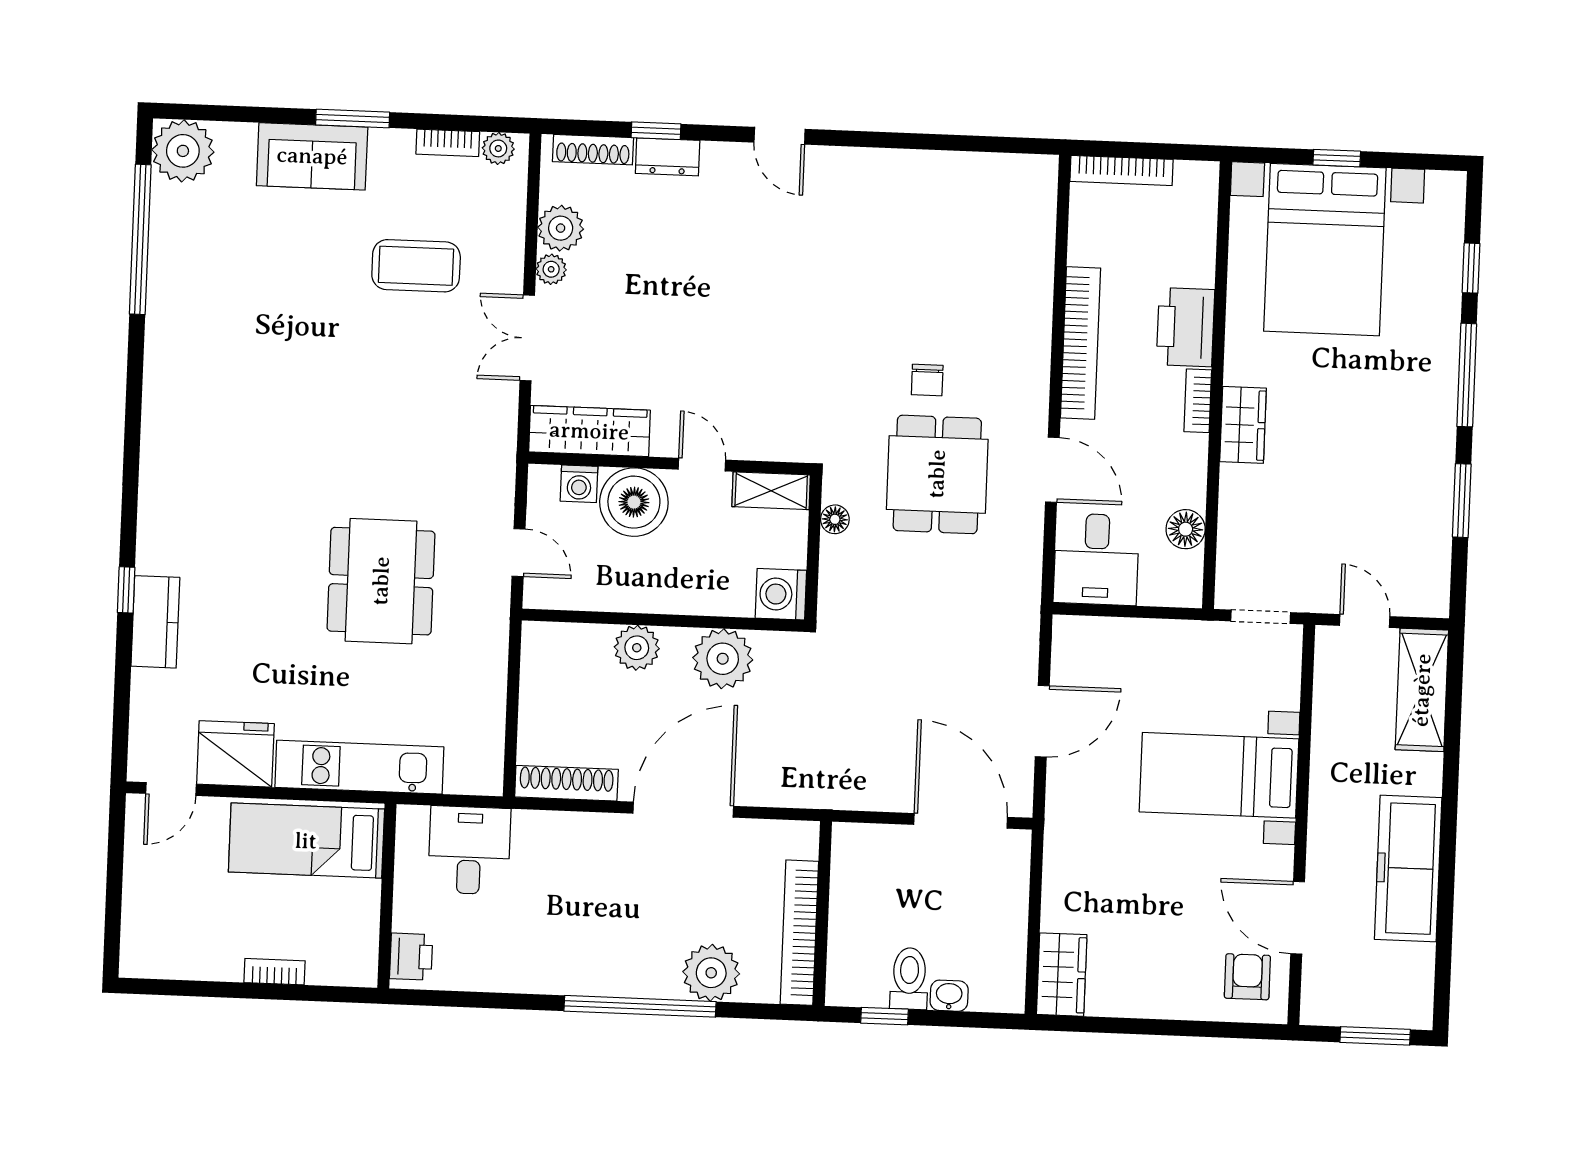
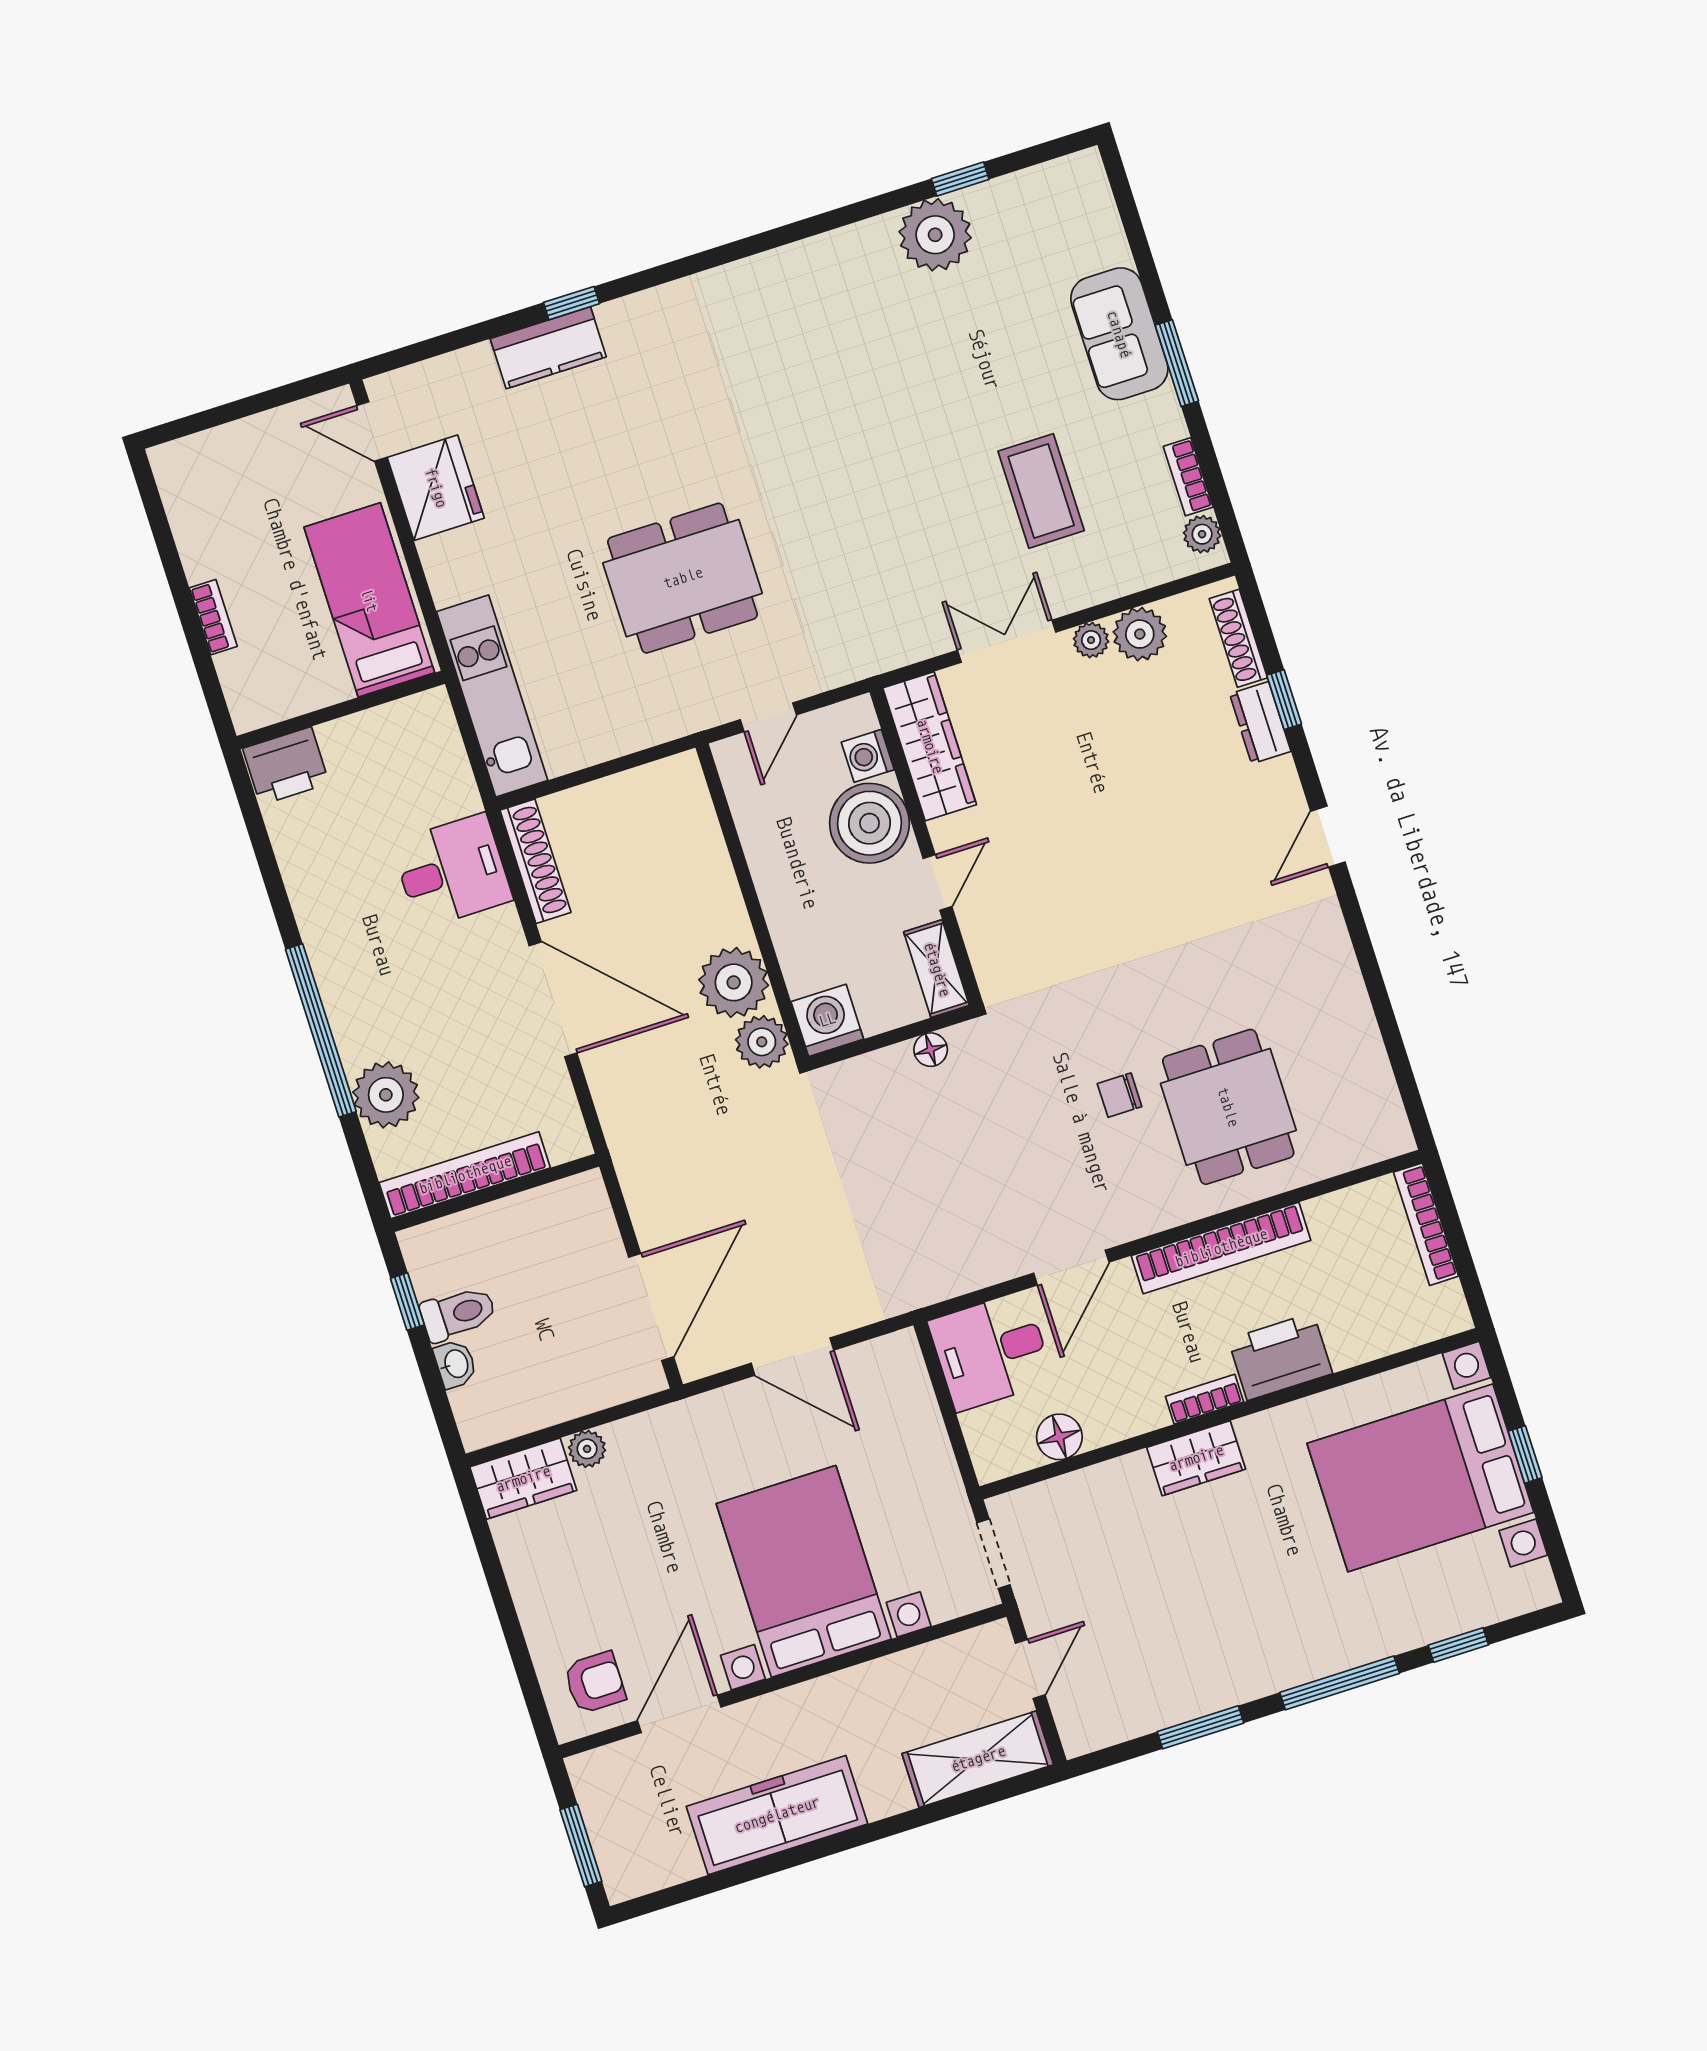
plant: (183, 151) -> (935, 235), moved
window: (140, 239) -> (960, 179), width x0.32
dining table: (937, 474) -> (1228, 1107), moved, turned 90
plant: (637, 648) -> (762, 1042), moved
kitchen unit: (359, 767) -> (492, 696), moved
bed with nightstands: (1219, 775) -> (804, 1571), width x1.36
desk: (469, 850) -> (452, 871), moved
plant: (1056, 914) -> (587, 1449), added
printer: (411, 957) -> (286, 766), width x1.36, depth x1.24

